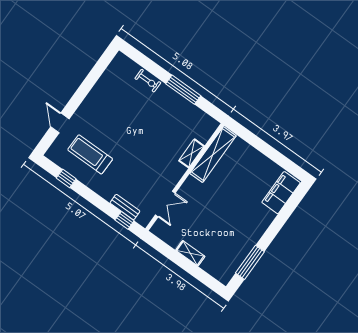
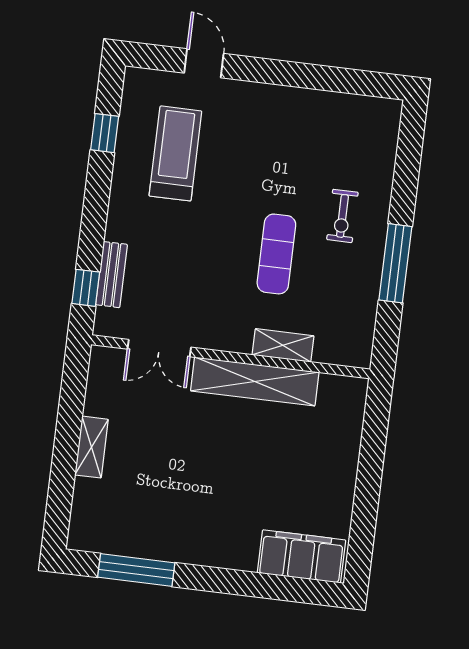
exercise bike: (148, 81) -> (342, 216), moved
door: (60, 123) -> (204, 63), hinge flipped
exercise mat: (153, 136) -> (276, 254), added
shelving: (213, 155) -> (255, 382), moved

